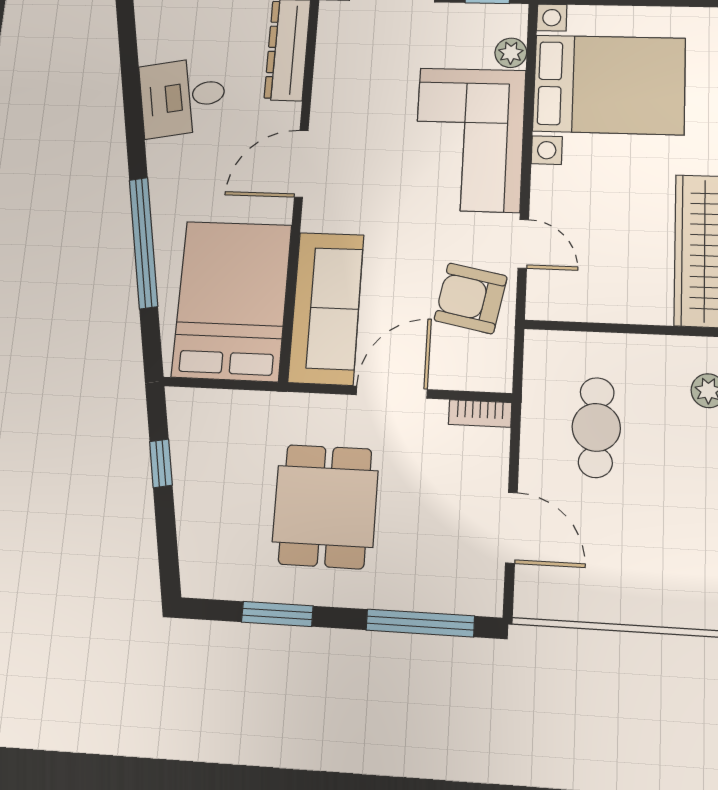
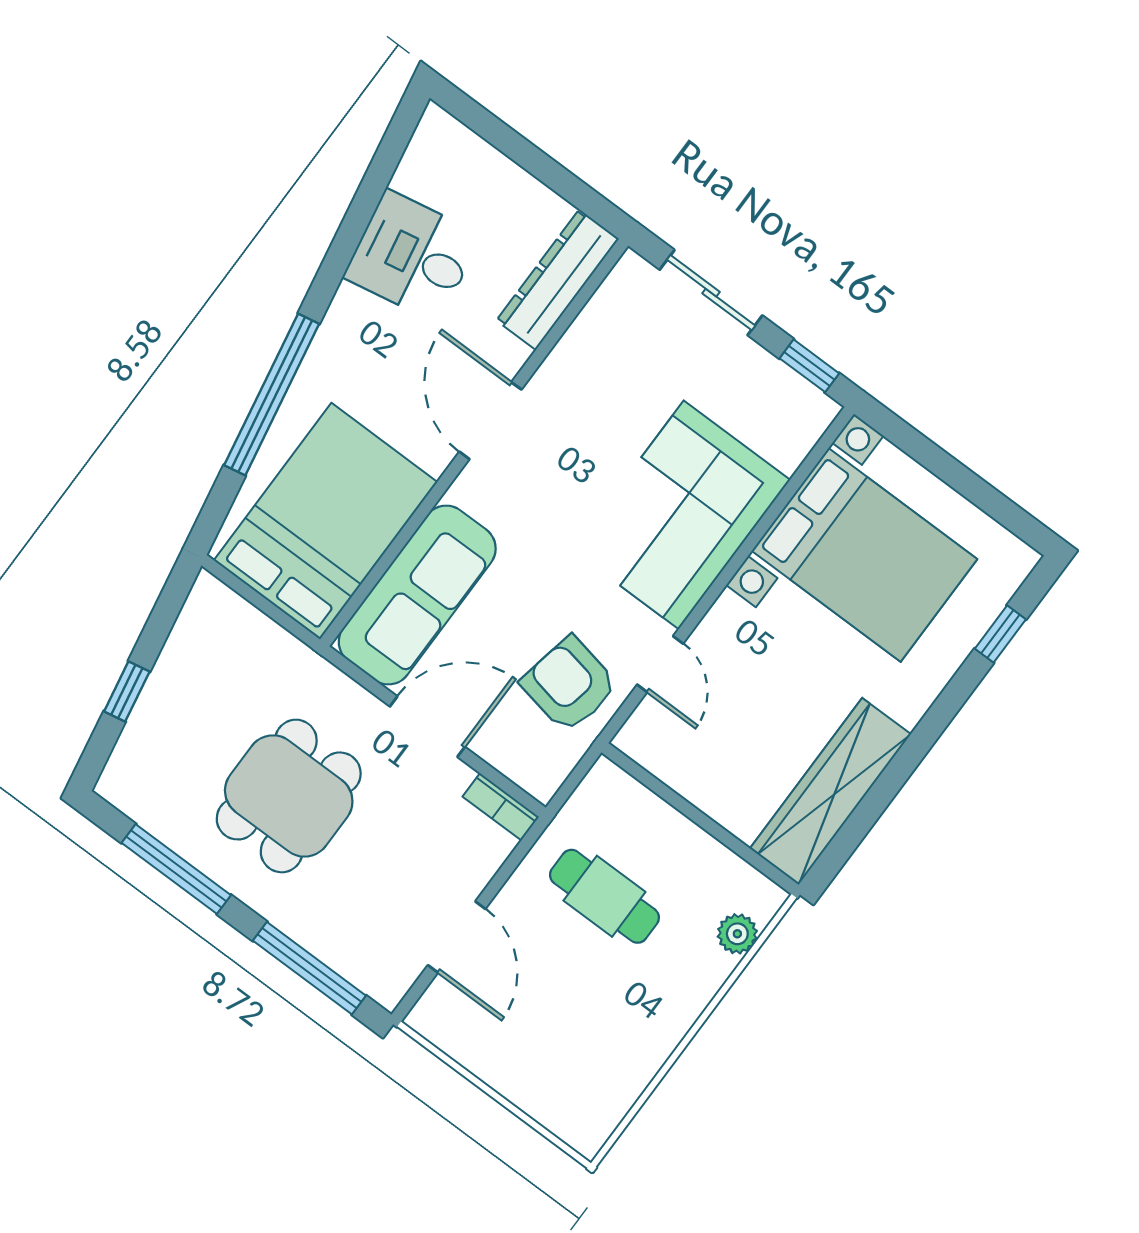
plant: (511, 53) -> (789, 449), removed
door: (301, 164) -> (490, 421), hinge flipped
cafe table: (596, 427) -> (604, 896), turned 90
window: (161, 463) -> (127, 692), moved
window: (277, 614) -> (176, 869), width x1.44

